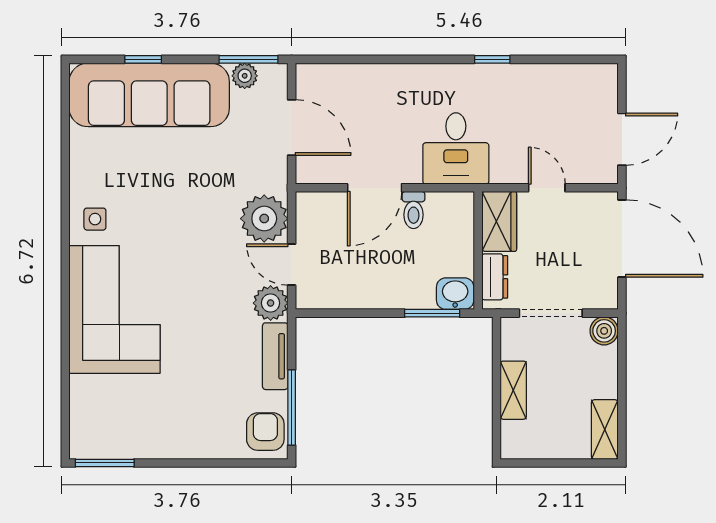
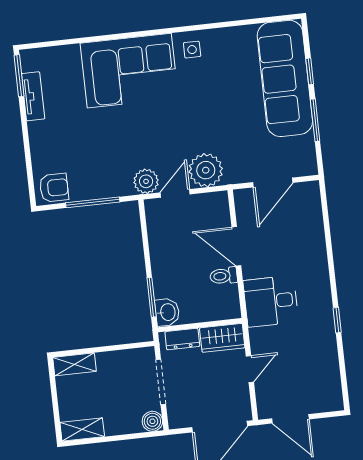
window: (249, 59) -> (315, 120), moved
plant: (245, 76) -> (306, 145), removed
tv unit: (275, 356) -> (33, 96), moved, turned 90
shelving: (513, 390) -> (74, 364), moved
window: (292, 407) -> (93, 202), moved

